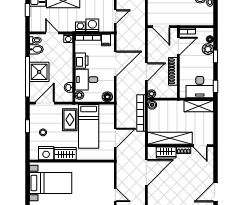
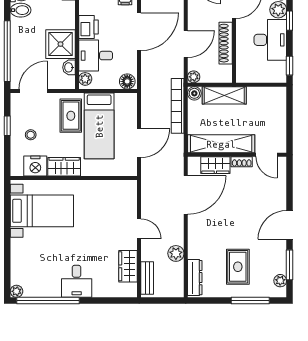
shower: (39, 72) -> (60, 44), moved
desk: (200, 87) -> (270, 40), moved, turned -90
shelving: (199, 106) -> (224, 95), moved

